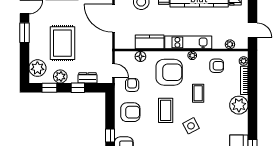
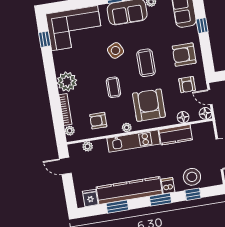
floor lamp: (120, 57) -> (205, 113), added
armchair: (169, 72) -> (149, 105), turned 90

